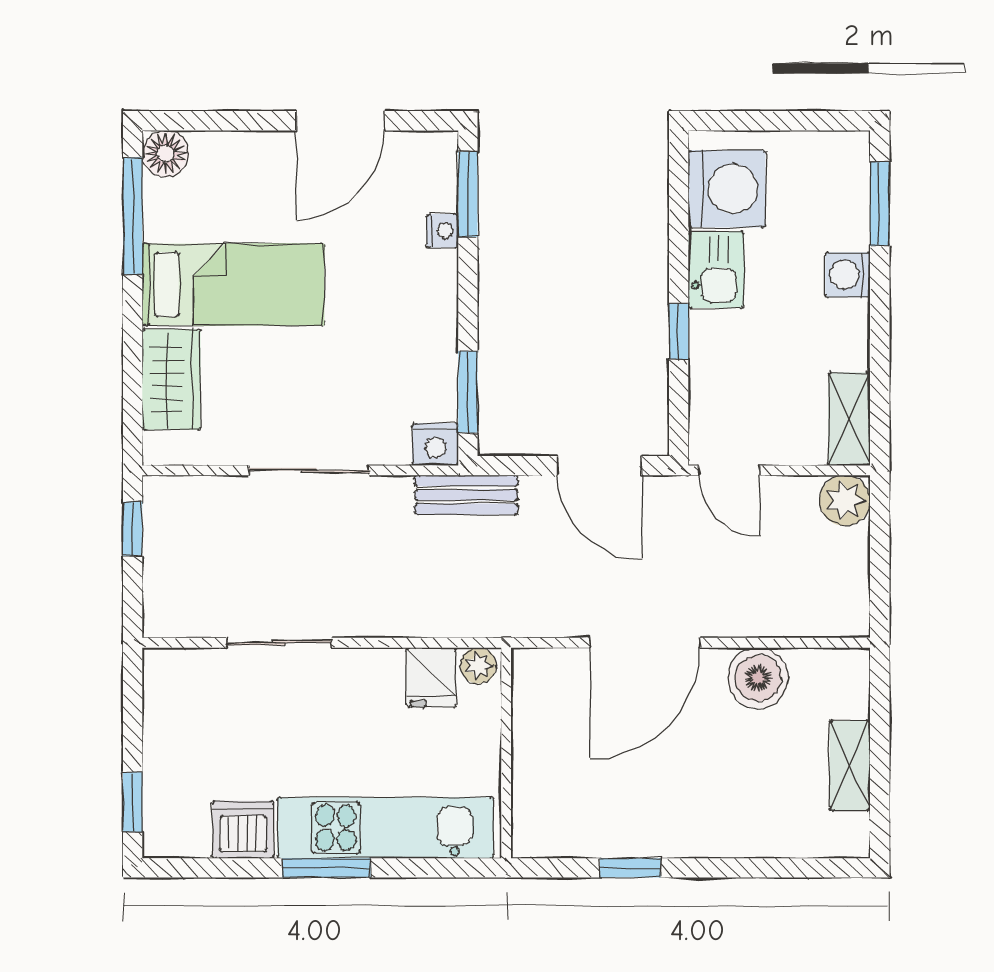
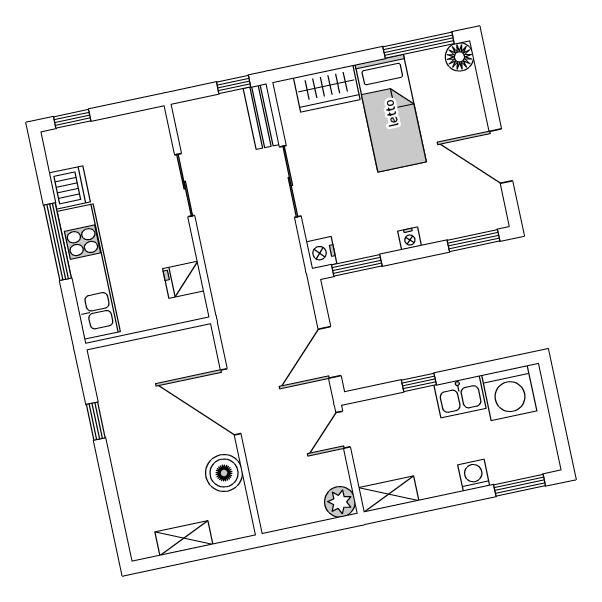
nightstand: (442, 231) -> (410, 238), moved
bench: (466, 495) -> (261, 116), moved
plant: (478, 666) -> (196, 306), removed
window: (326, 868) -> (58, 242), width x1.44

